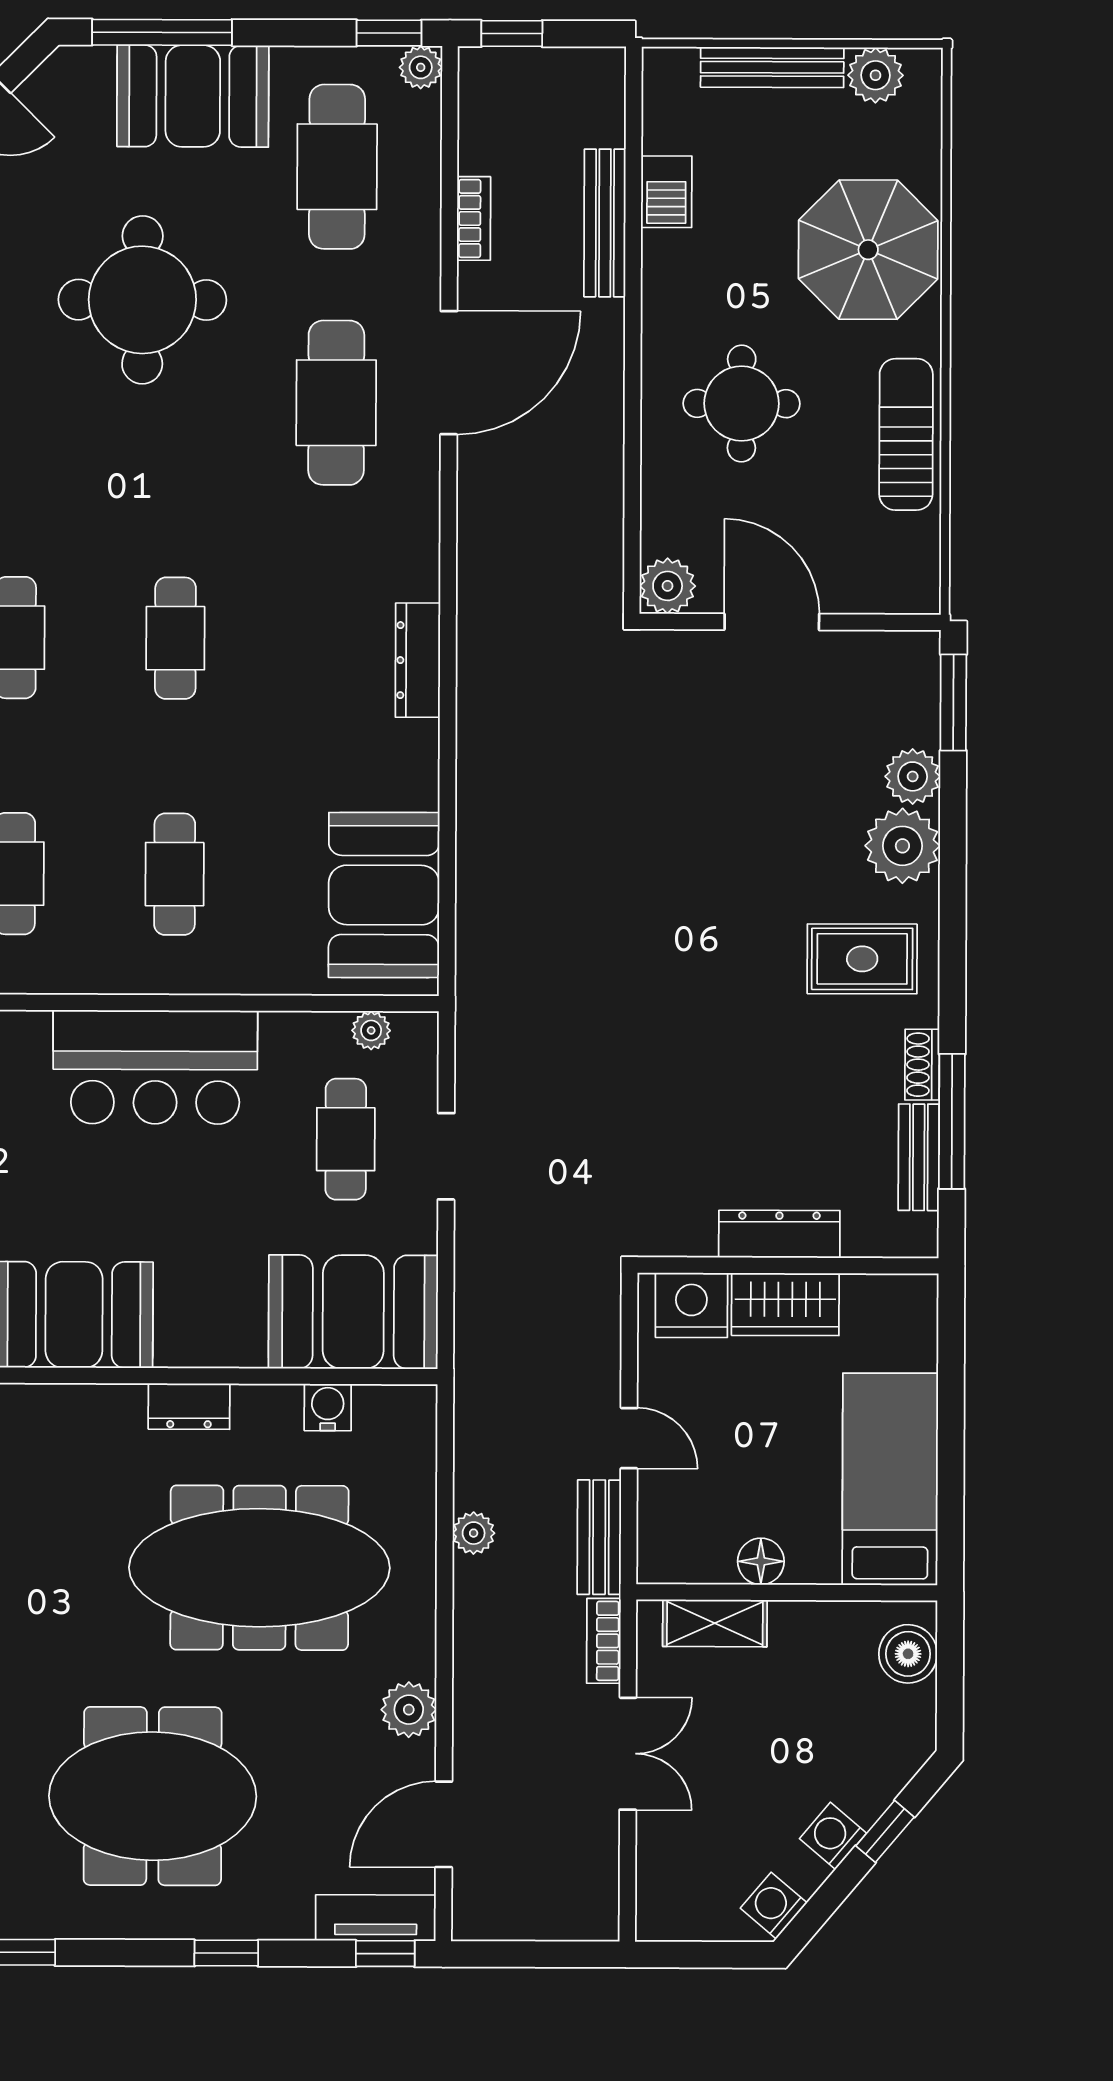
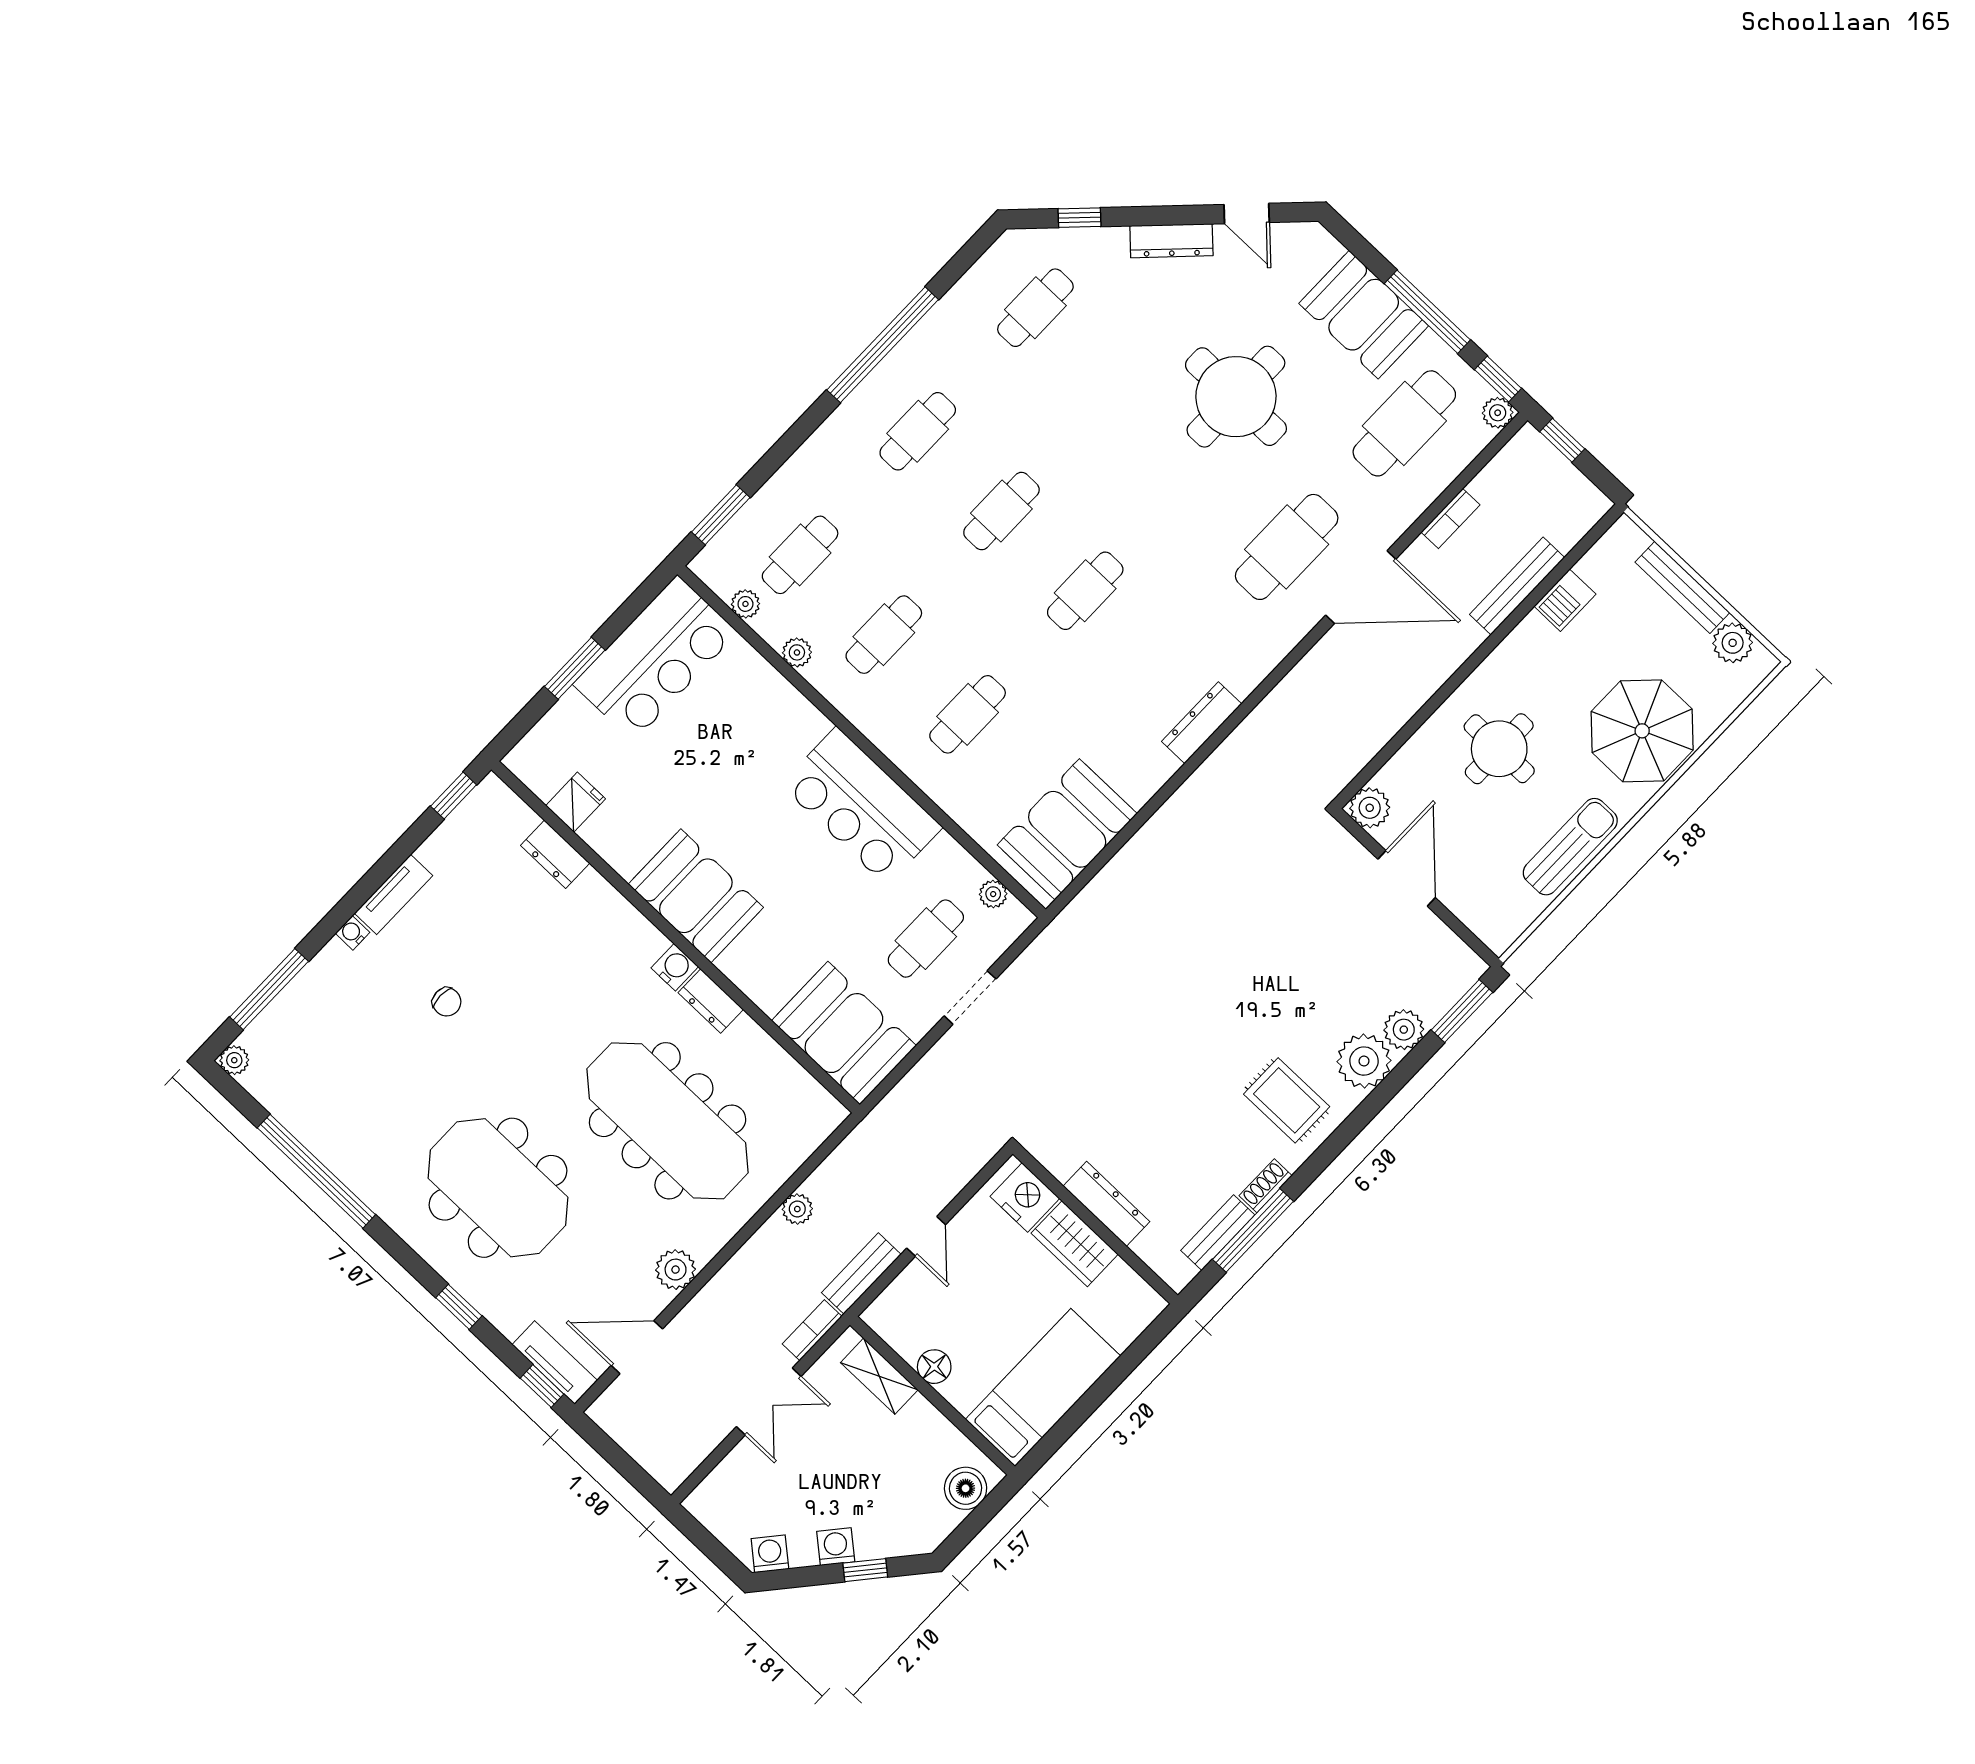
window: (162, 32) -> (1427, 312), moved
water cooler: (328, 1407) -> (675, 967), moved

